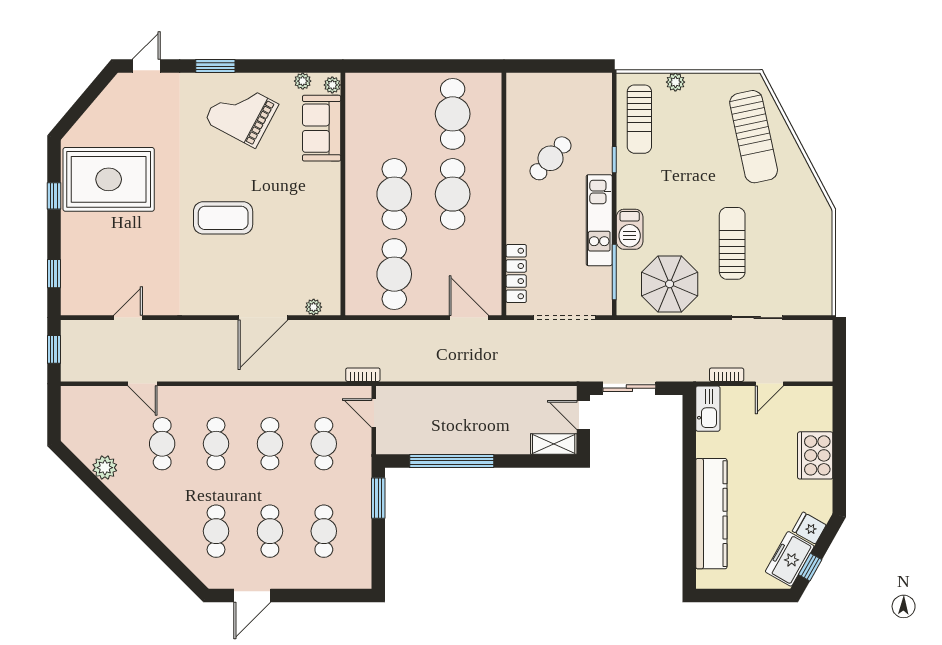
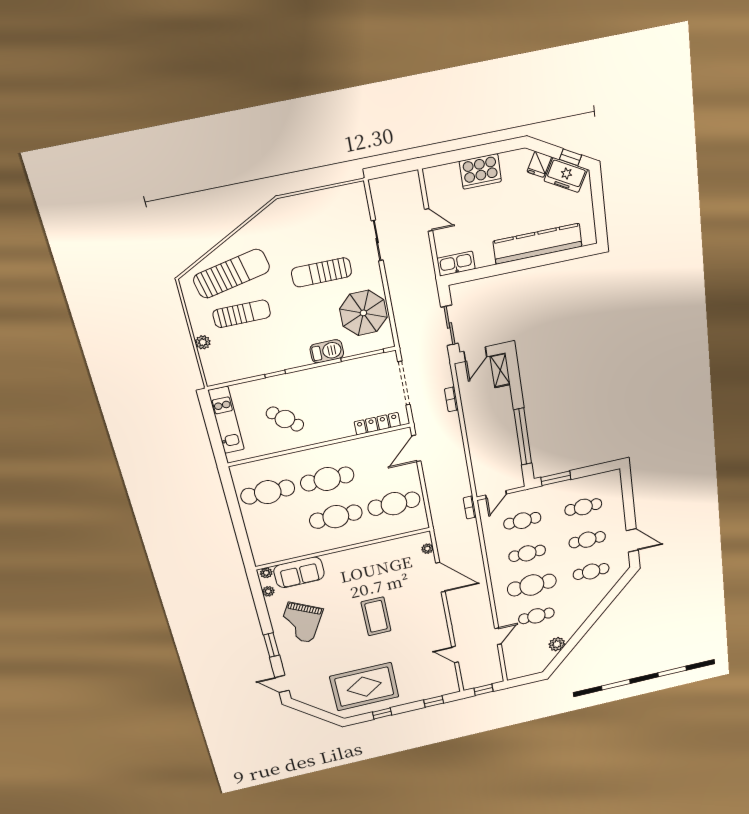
sun lounger: (639, 119) -> (242, 314), moved
rug: (109, 179) -> (364, 687), turned 90
kitchen unit: (599, 220) -> (226, 420), moved, turned -90
bookcase: (727, 375) -> (451, 399), moved
cafe table: (216, 444) -> (532, 585), width x1.37, depth x1.35

